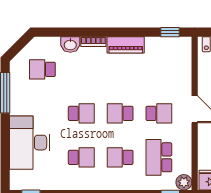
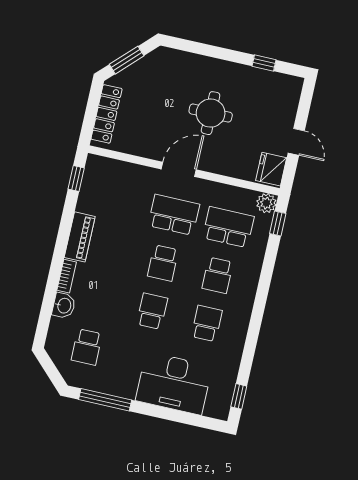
school desk: (159, 113) -> (174, 215), width x1.85
school desk: (159, 157) -> (228, 227), turned 180

